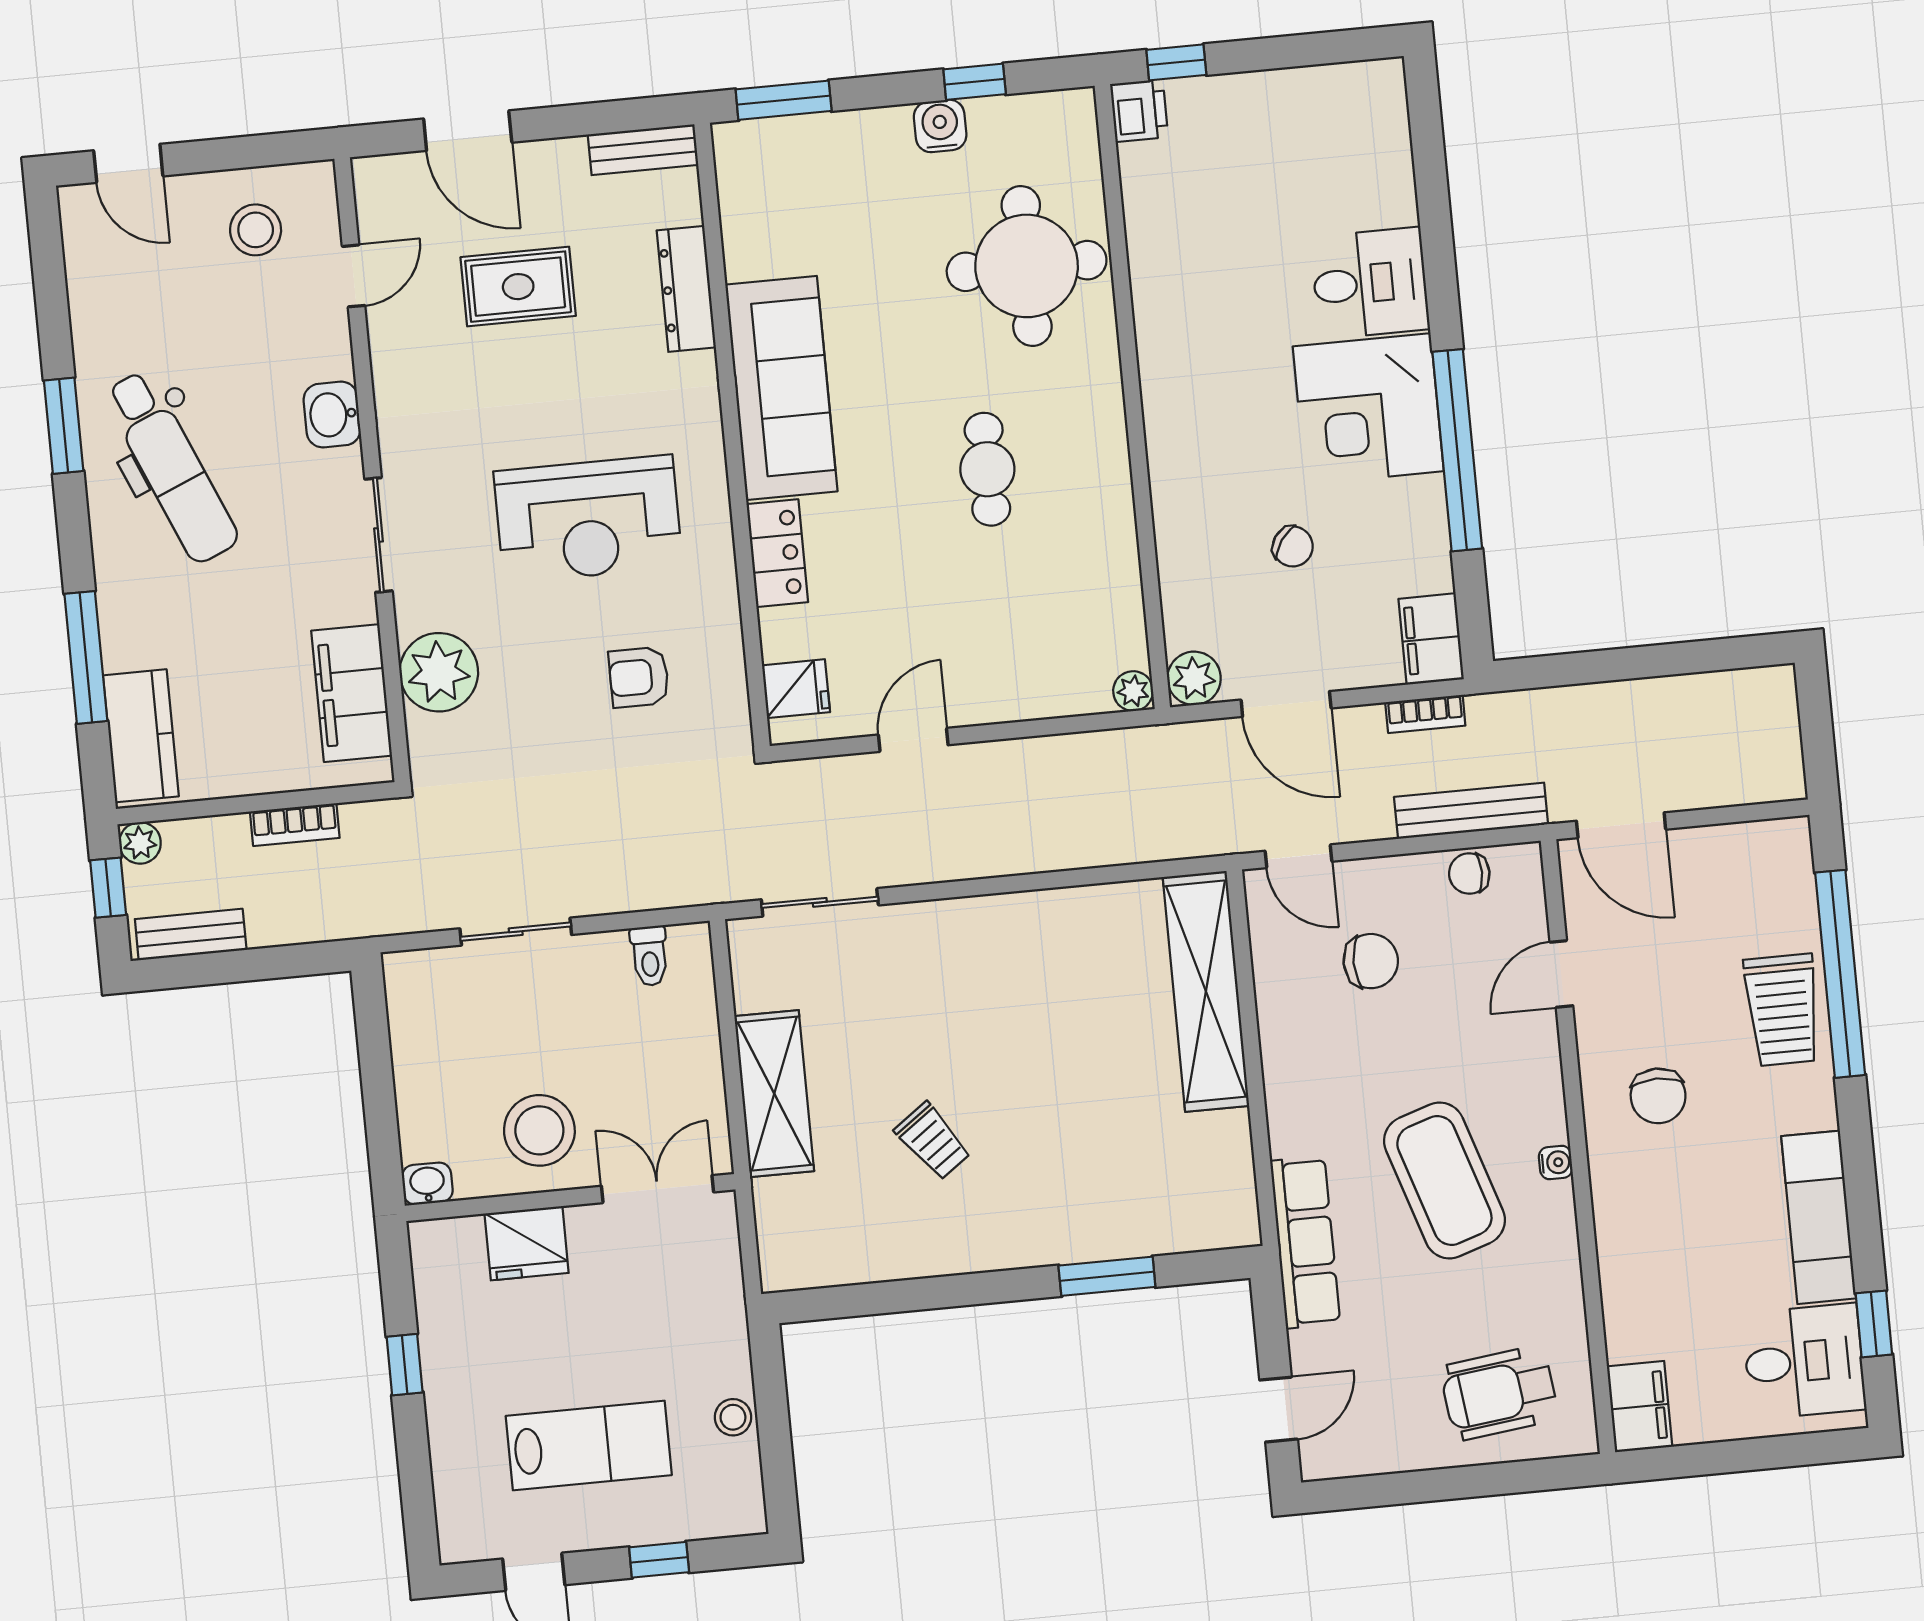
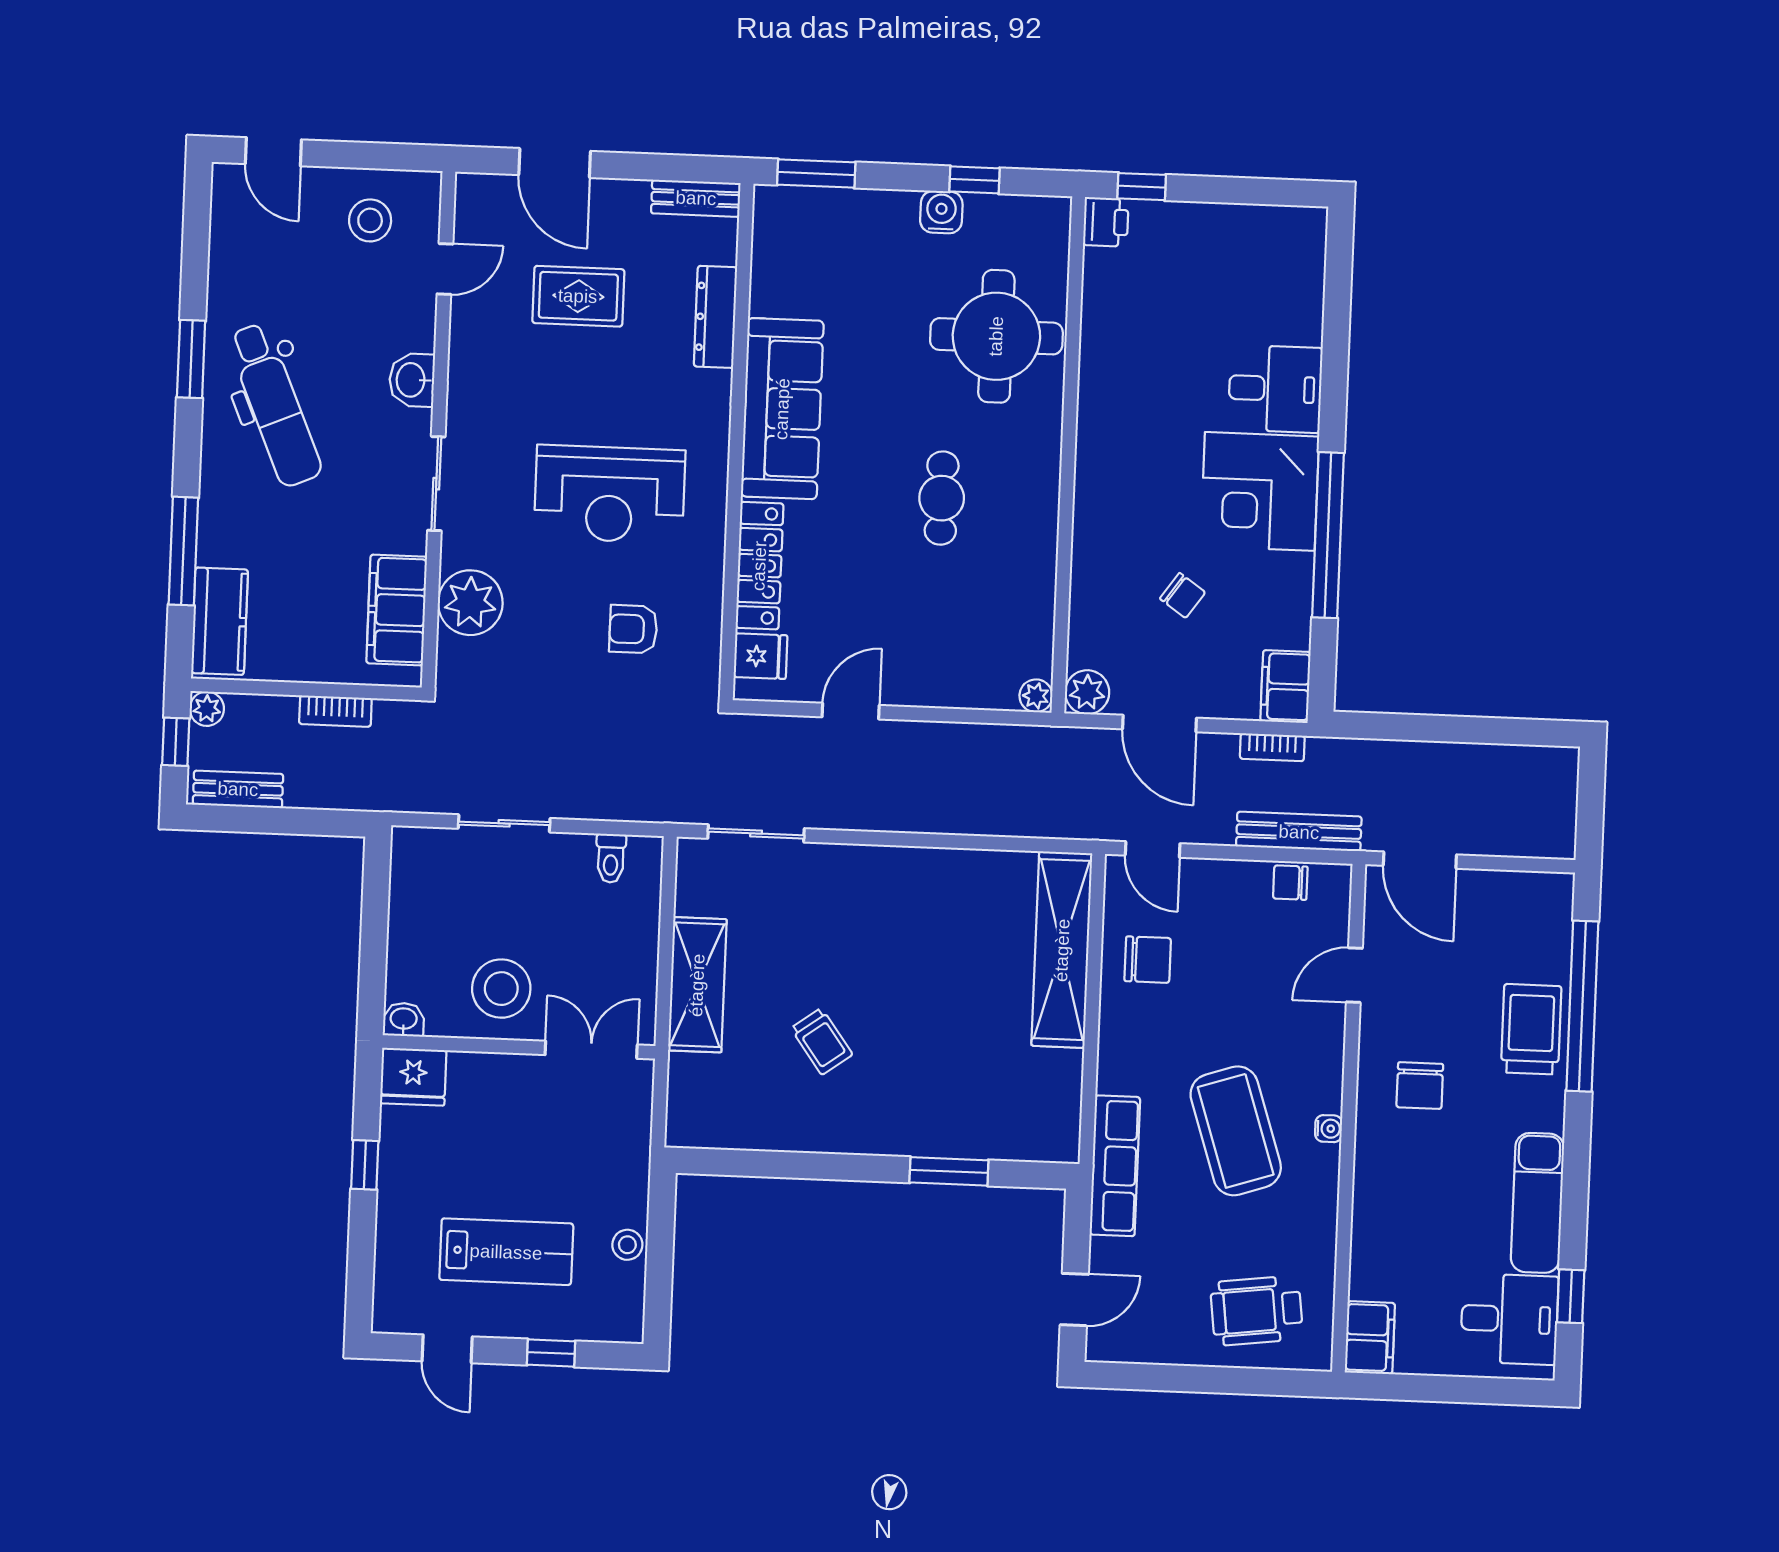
locker: (777, 553) -> (759, 566), width x1.53
chair: (1371, 961) -> (1148, 960), moved
trolley: (1782, 1010) -> (1531, 1029), turned 180
fridge: (527, 1243) -> (413, 1077), moved

